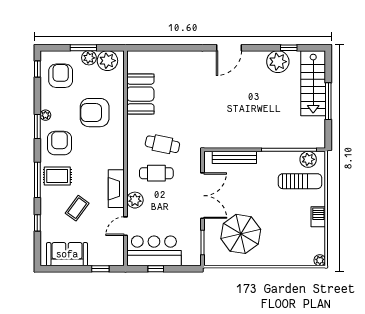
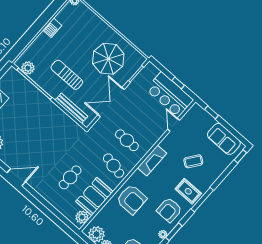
cafe table: (179, 92) -> (70, 177), added
armchair: (95, 113) -> (132, 199), moved
cafe table: (162, 144) -> (114, 166), moved
sun lounger: (300, 181) -> (67, 75), moved
fireplace: (116, 189) -> (152, 160), moved
plant: (135, 200) -> (82, 217), moved
window: (37, 223) -> (240, 156), moved
door: (125, 226) -> (174, 125), swing flipped

